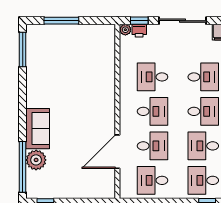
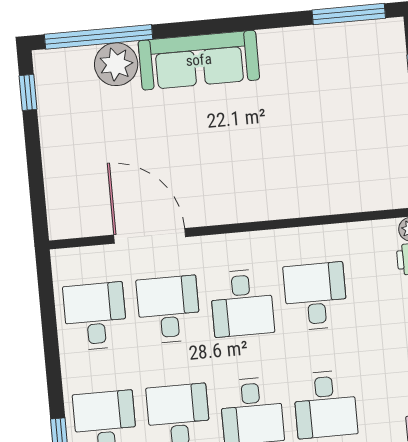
sofa: (38, 129) -> (199, 60), width x1.36
desk: (153, 146) -> (169, 310), turned 180

